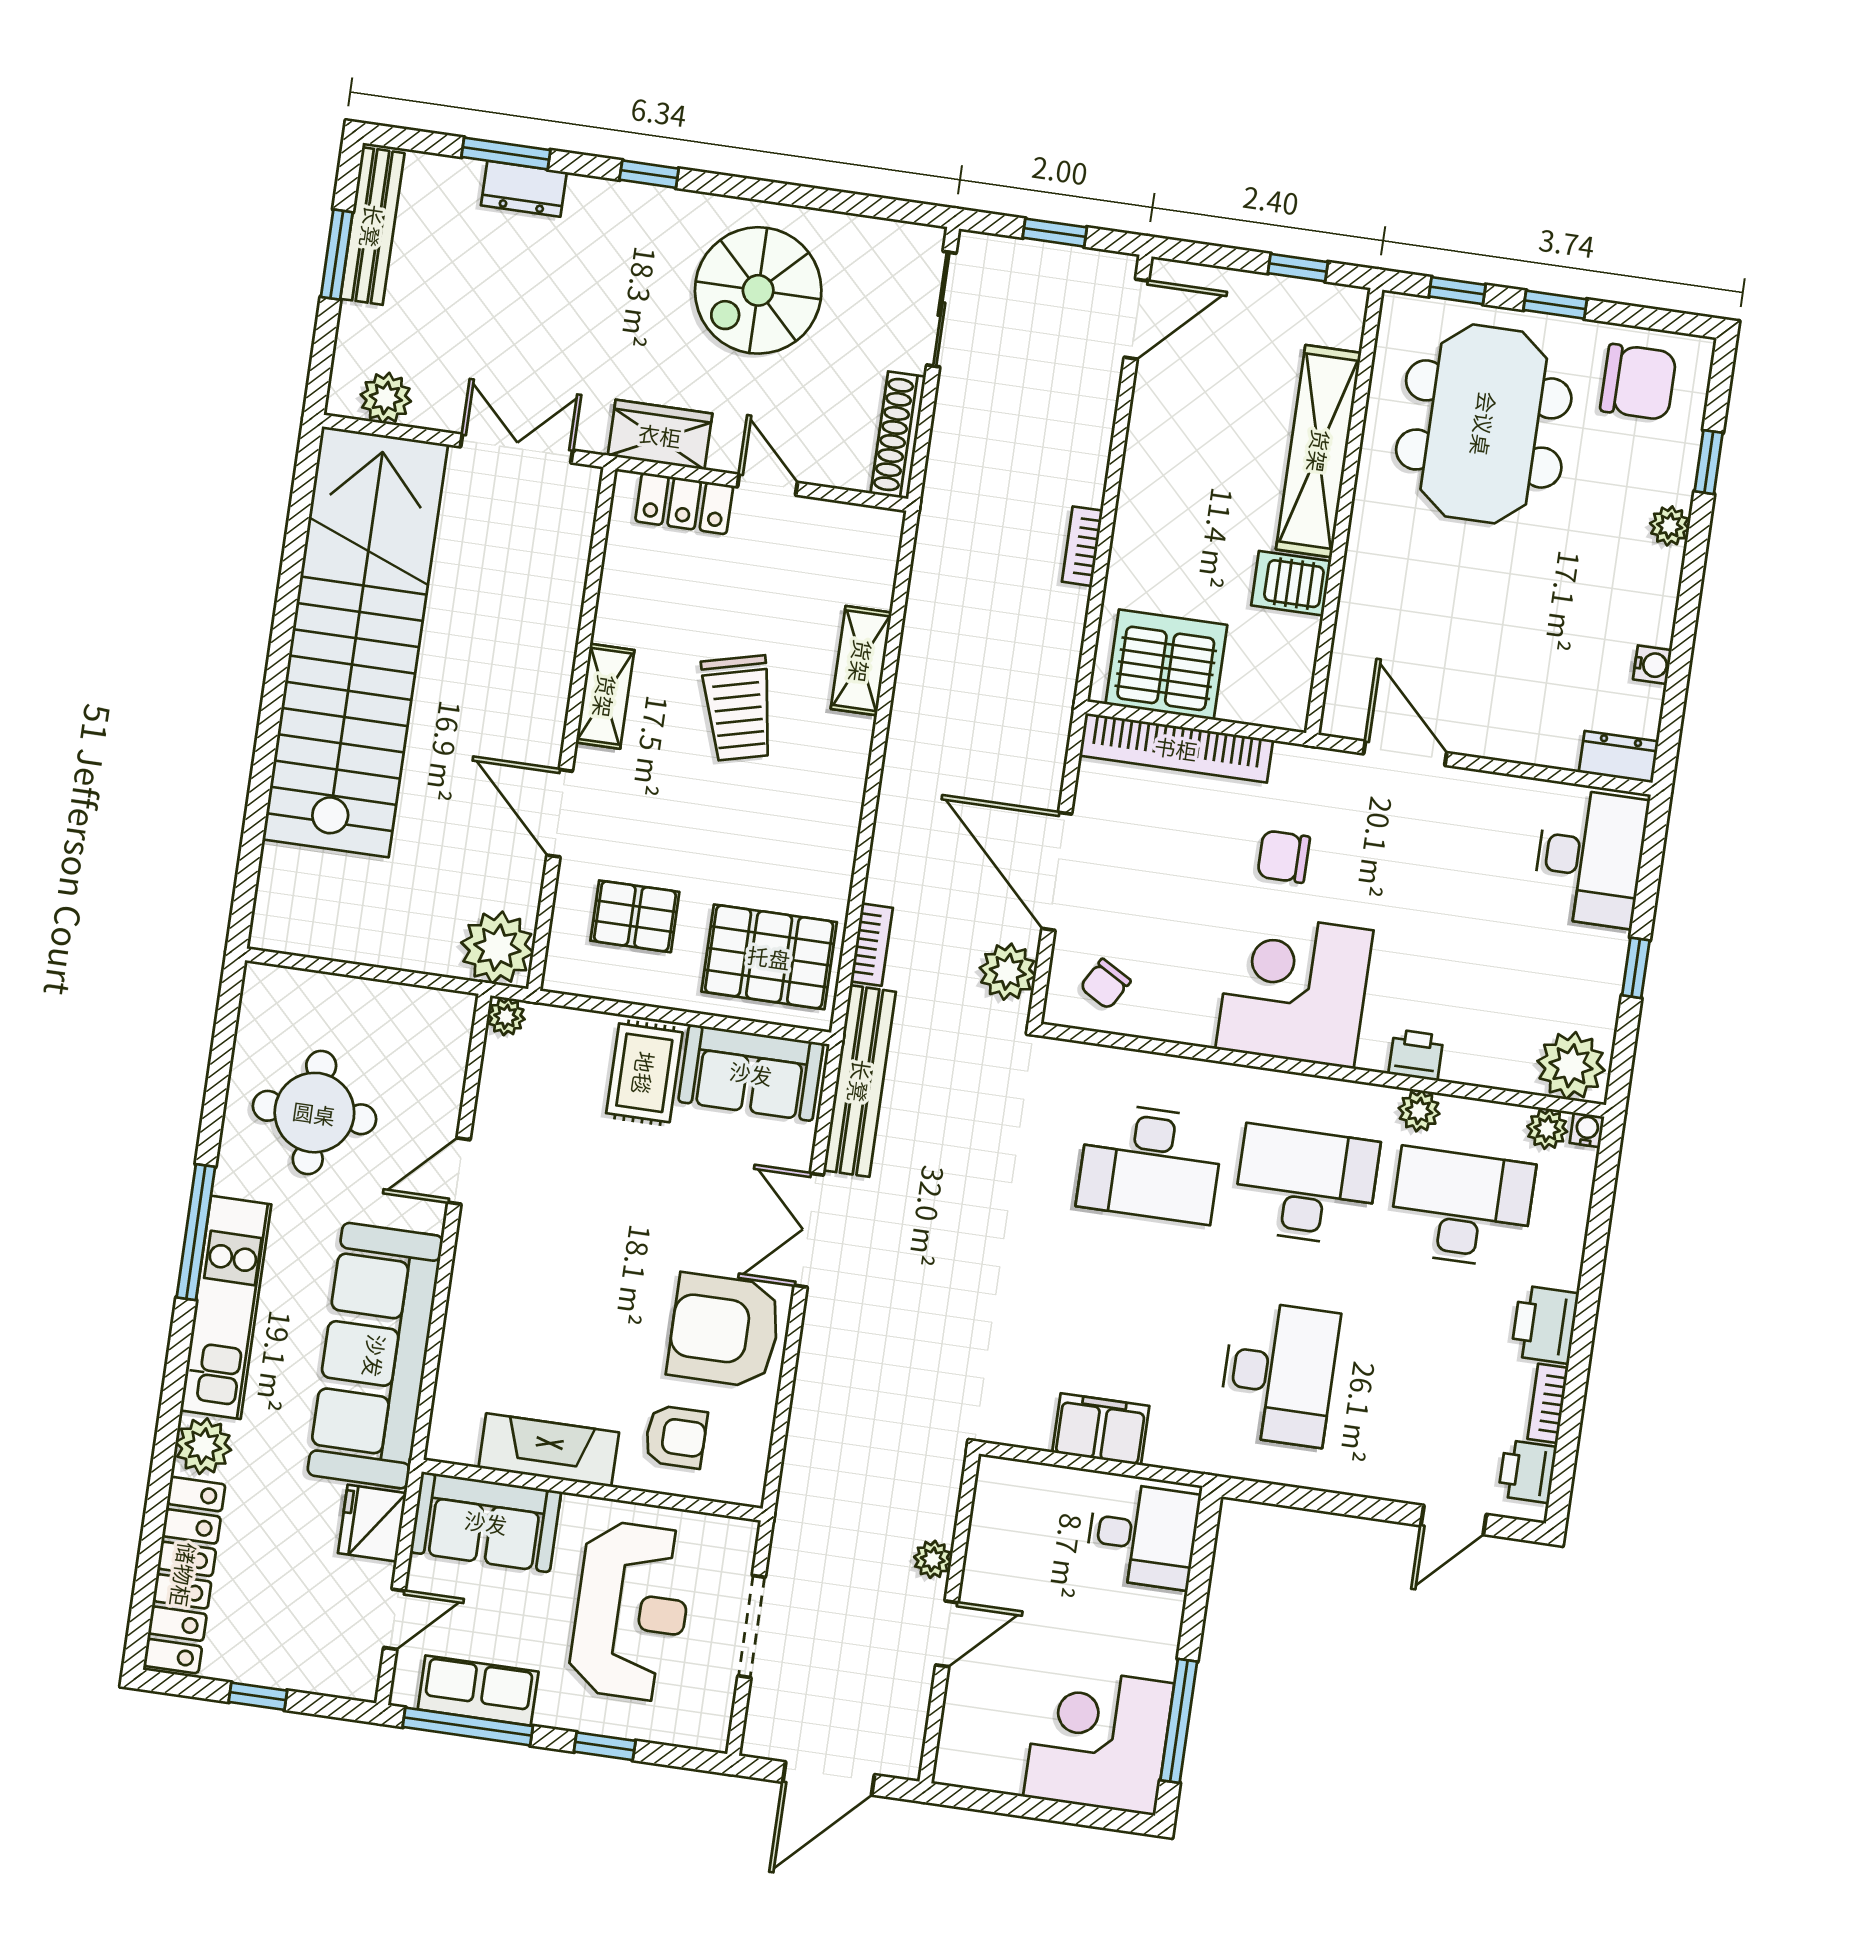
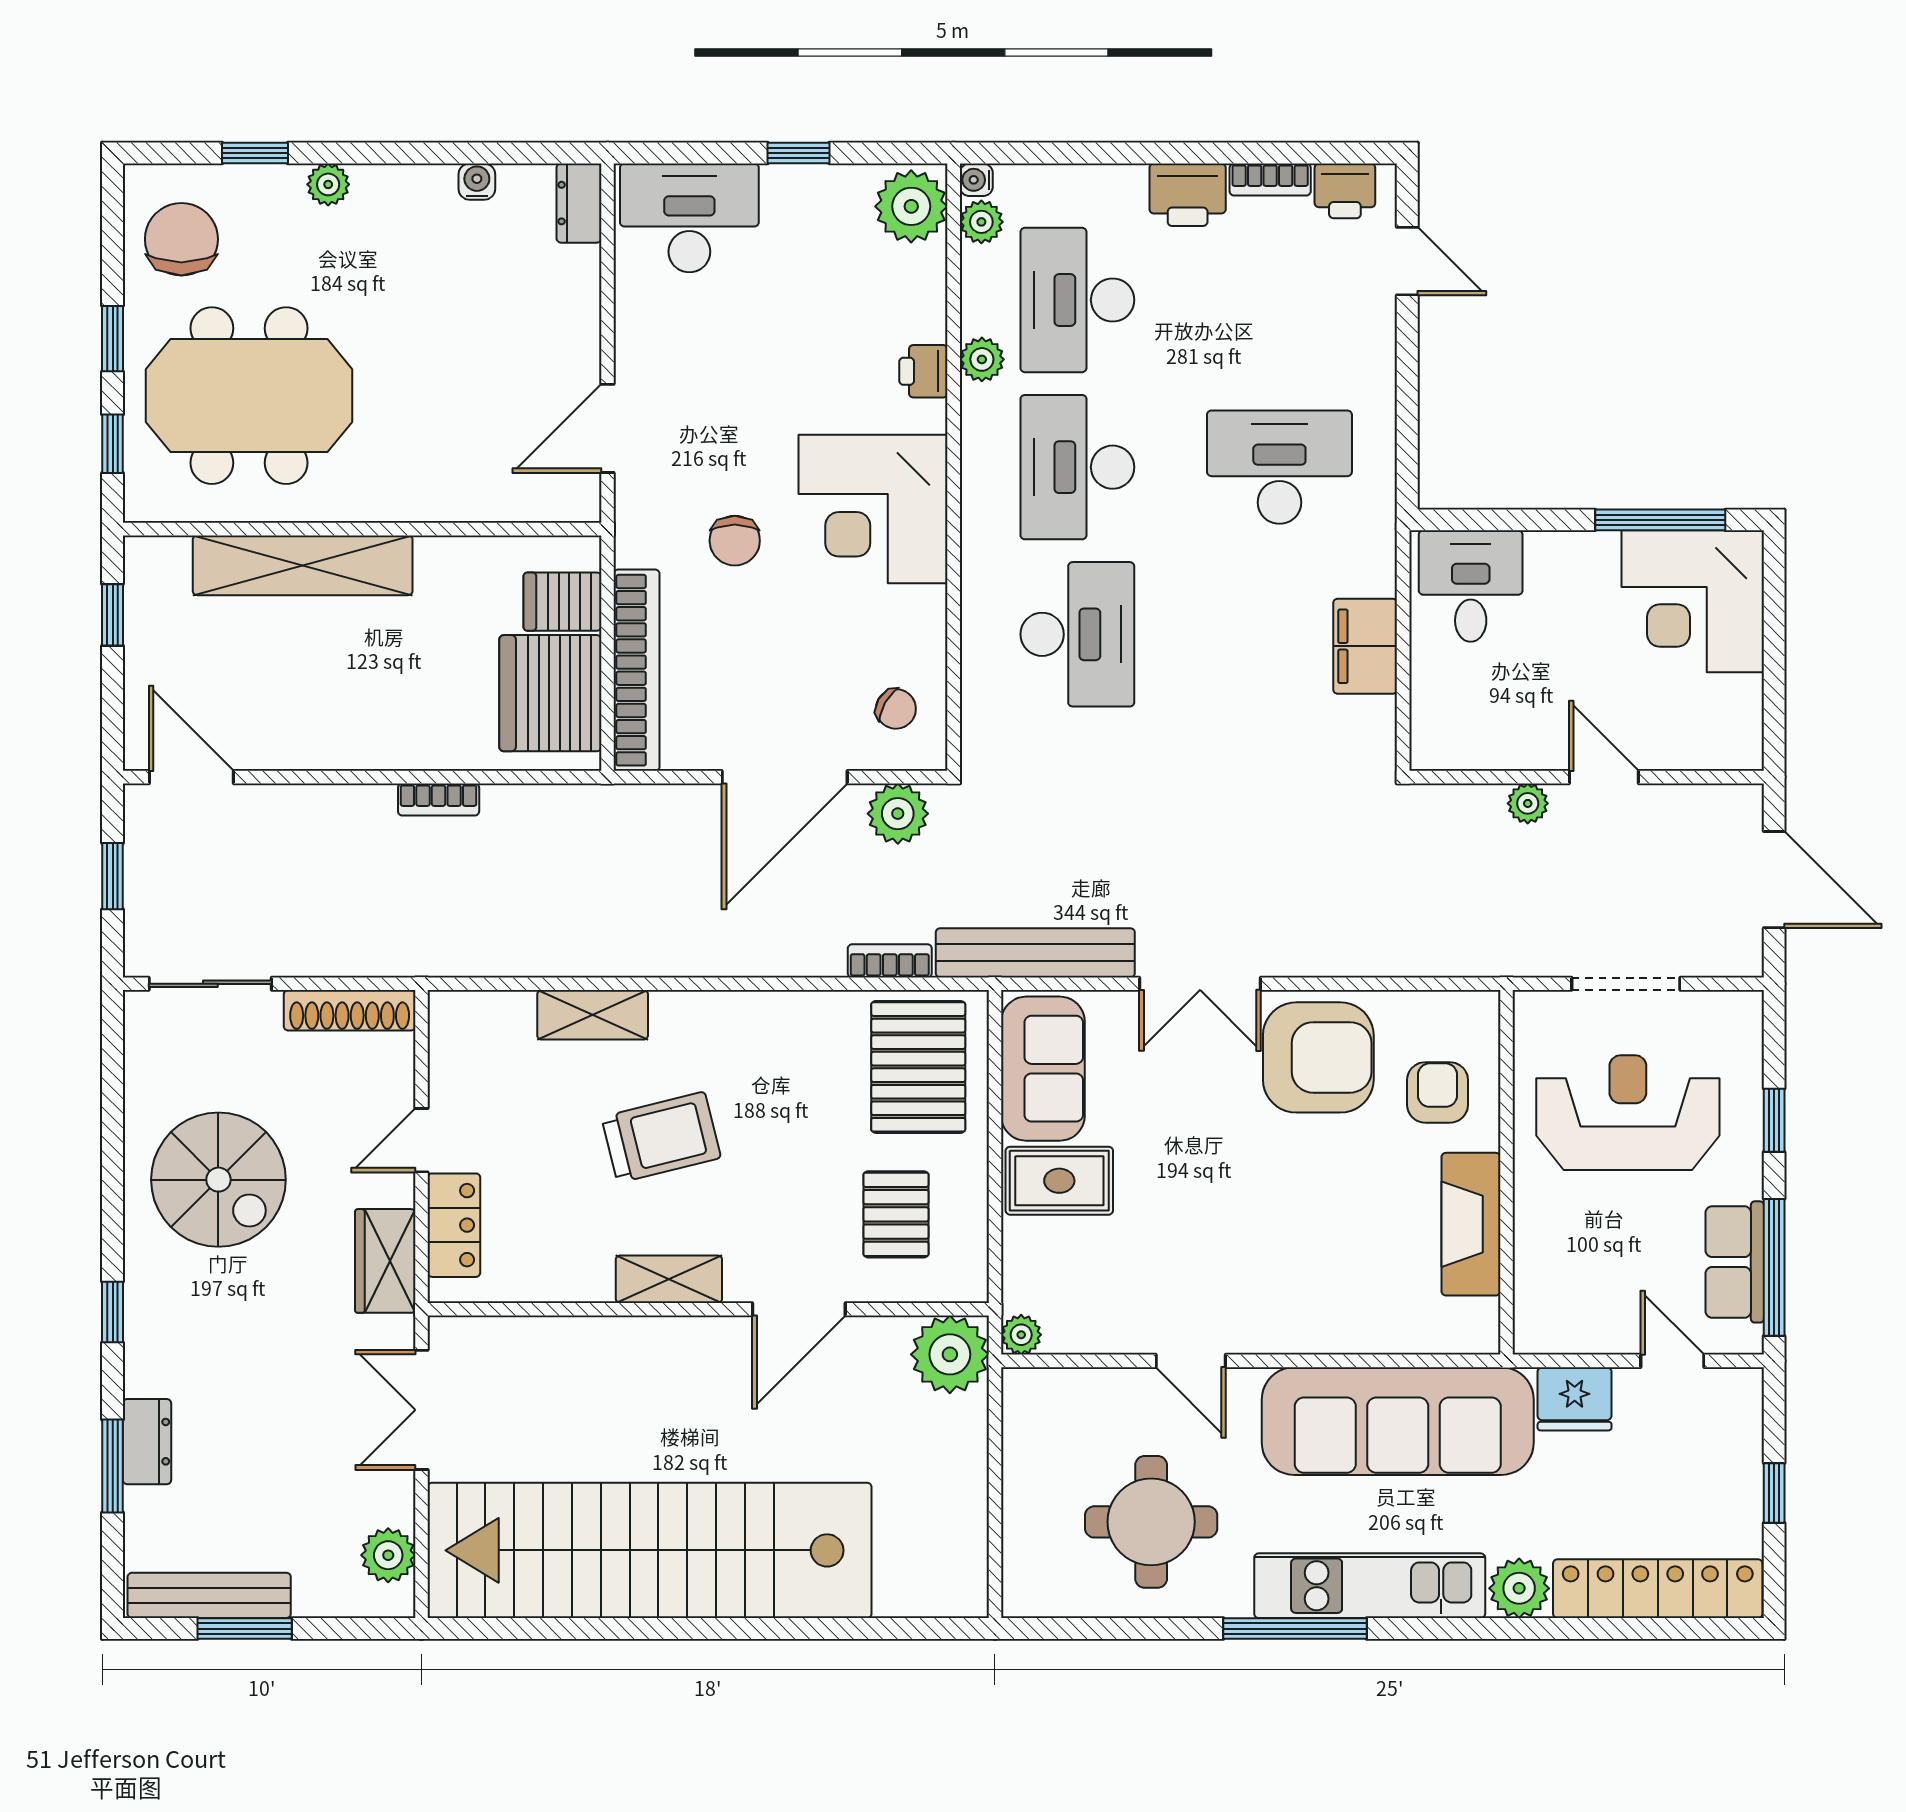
server rack: (1291, 583) -> (562, 602), moved, turned 90
armchair: (724, 1330) -> (1318, 1057), turned -90
sofa: (486, 1522) -> (1556, 1280), removed

